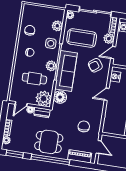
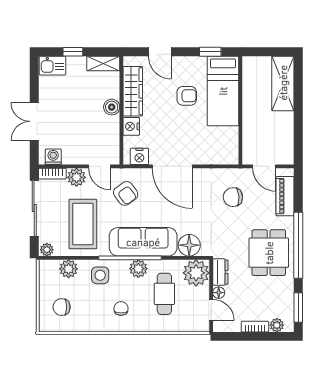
chair: (30, 30) -> (62, 307), moved
door: (107, 94) -> (172, 166), width x1.88
door: (99, 147) -> (264, 166), swing flipped

